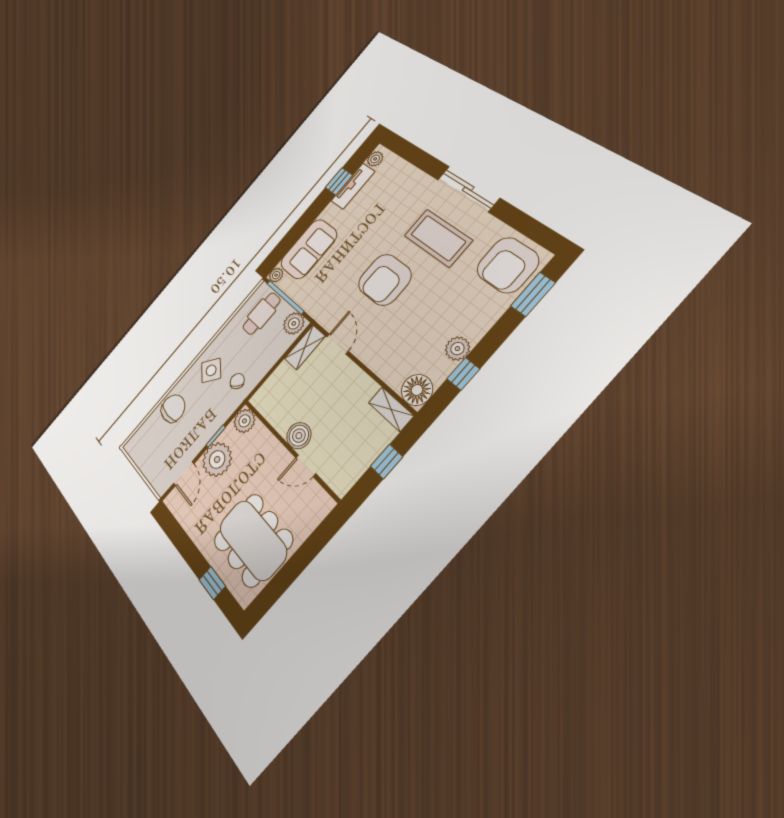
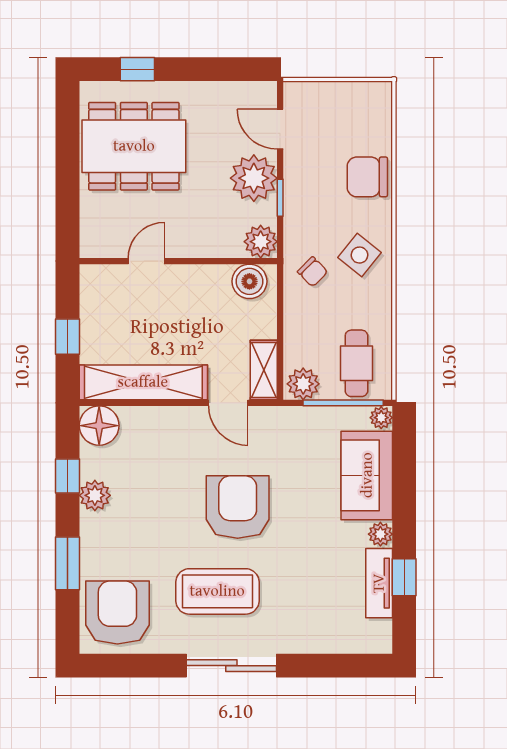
plant: (375, 159) -> (380, 534), moved
window: (533, 294) -> (68, 563), moved
chair: (173, 408) -> (367, 177), turned 90
shelving: (391, 409) -> (143, 382), width x2.20, depth x1.33
boiler: (299, 436) -> (249, 281), moved

